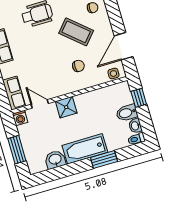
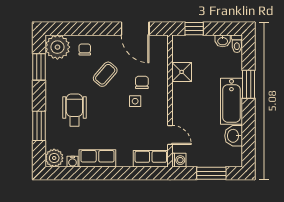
coffee table: (76, 32) -> (105, 74), width x0.73, depth x0.77
side table: (113, 74) -> (135, 101), moved
door: (40, 104) -> (170, 135), swing flipped
shower: (66, 107) -> (182, 72), moved
bidet: (127, 113) -> (206, 46), removed

